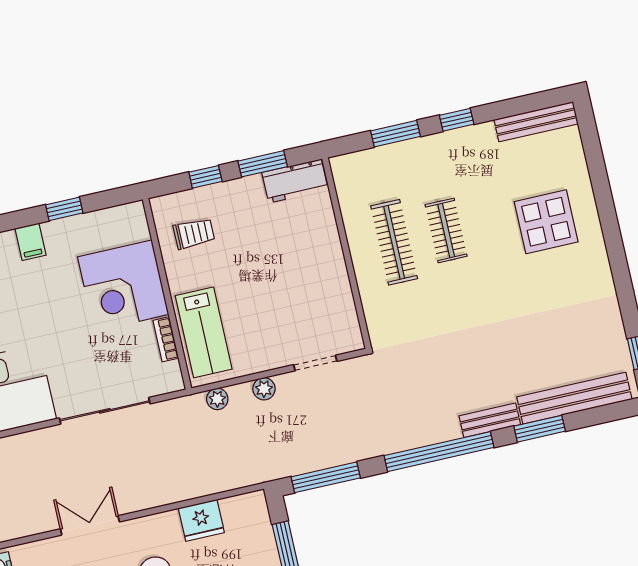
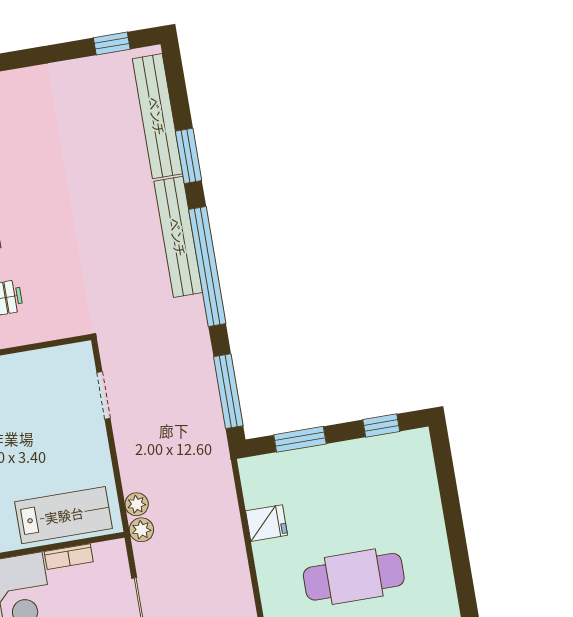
plant: (264, 389) -> (141, 530), moved
bench: (490, 420) -> (178, 237), width x1.86, depth x1.21
fridge: (201, 520) -> (267, 523), width x0.72

